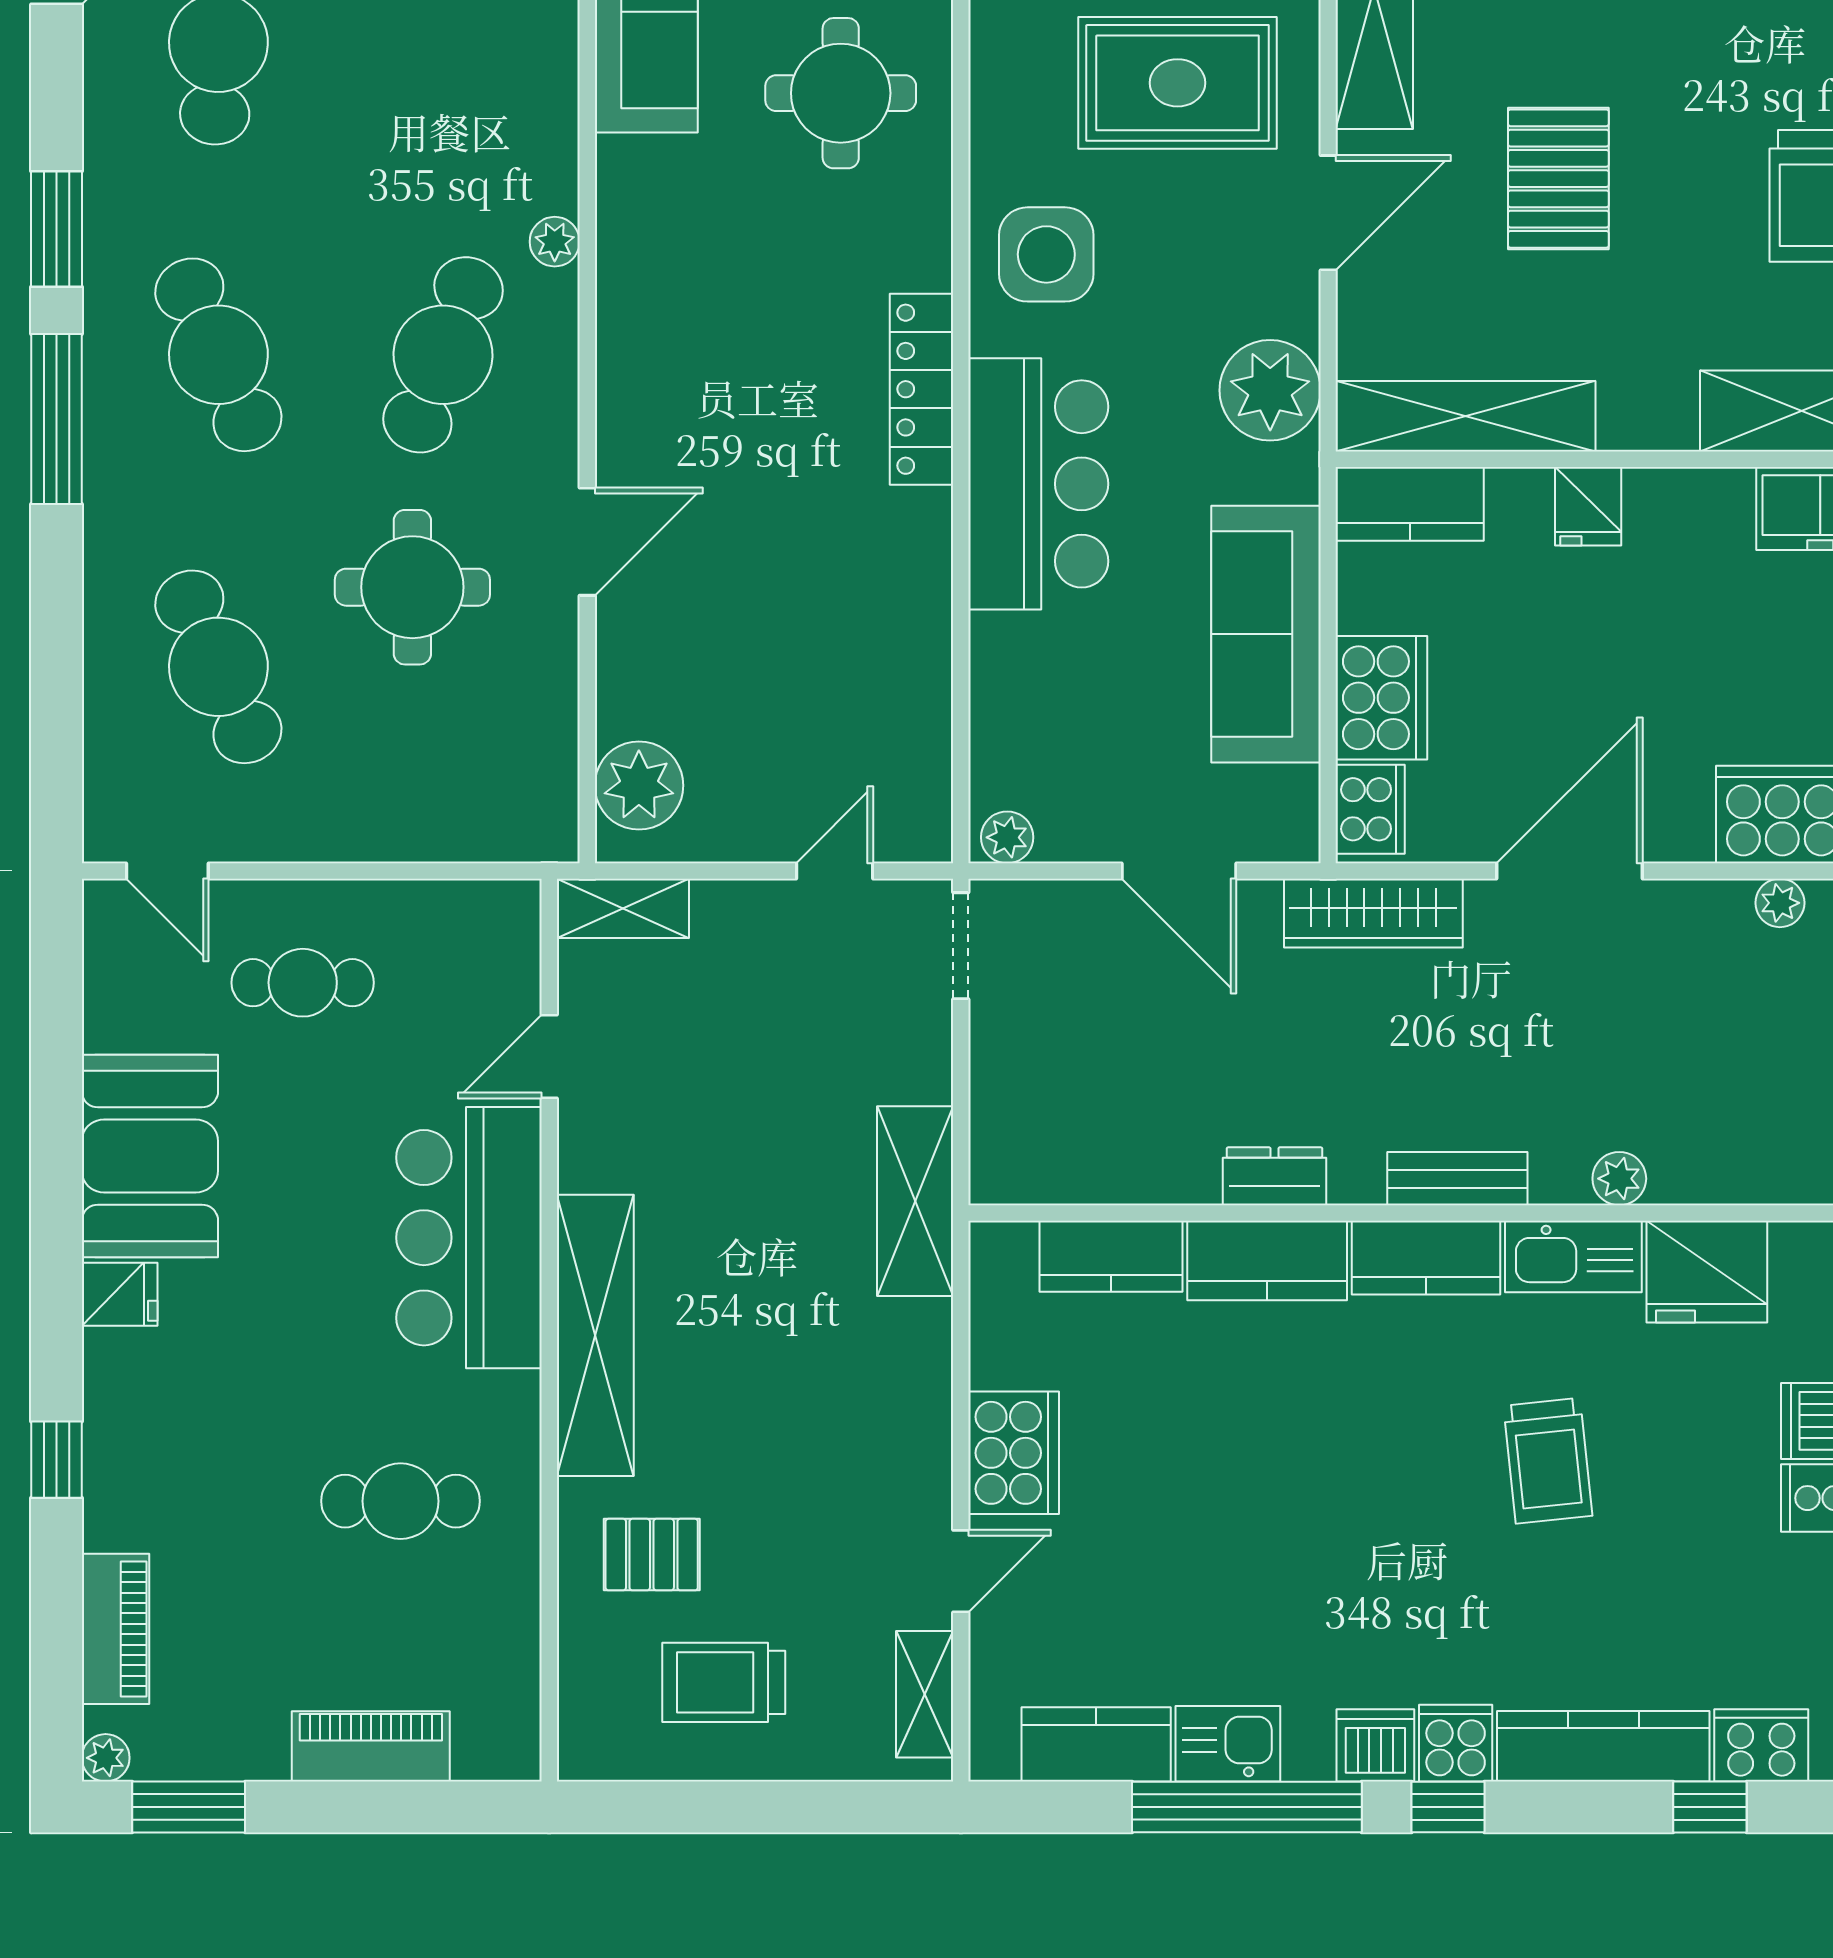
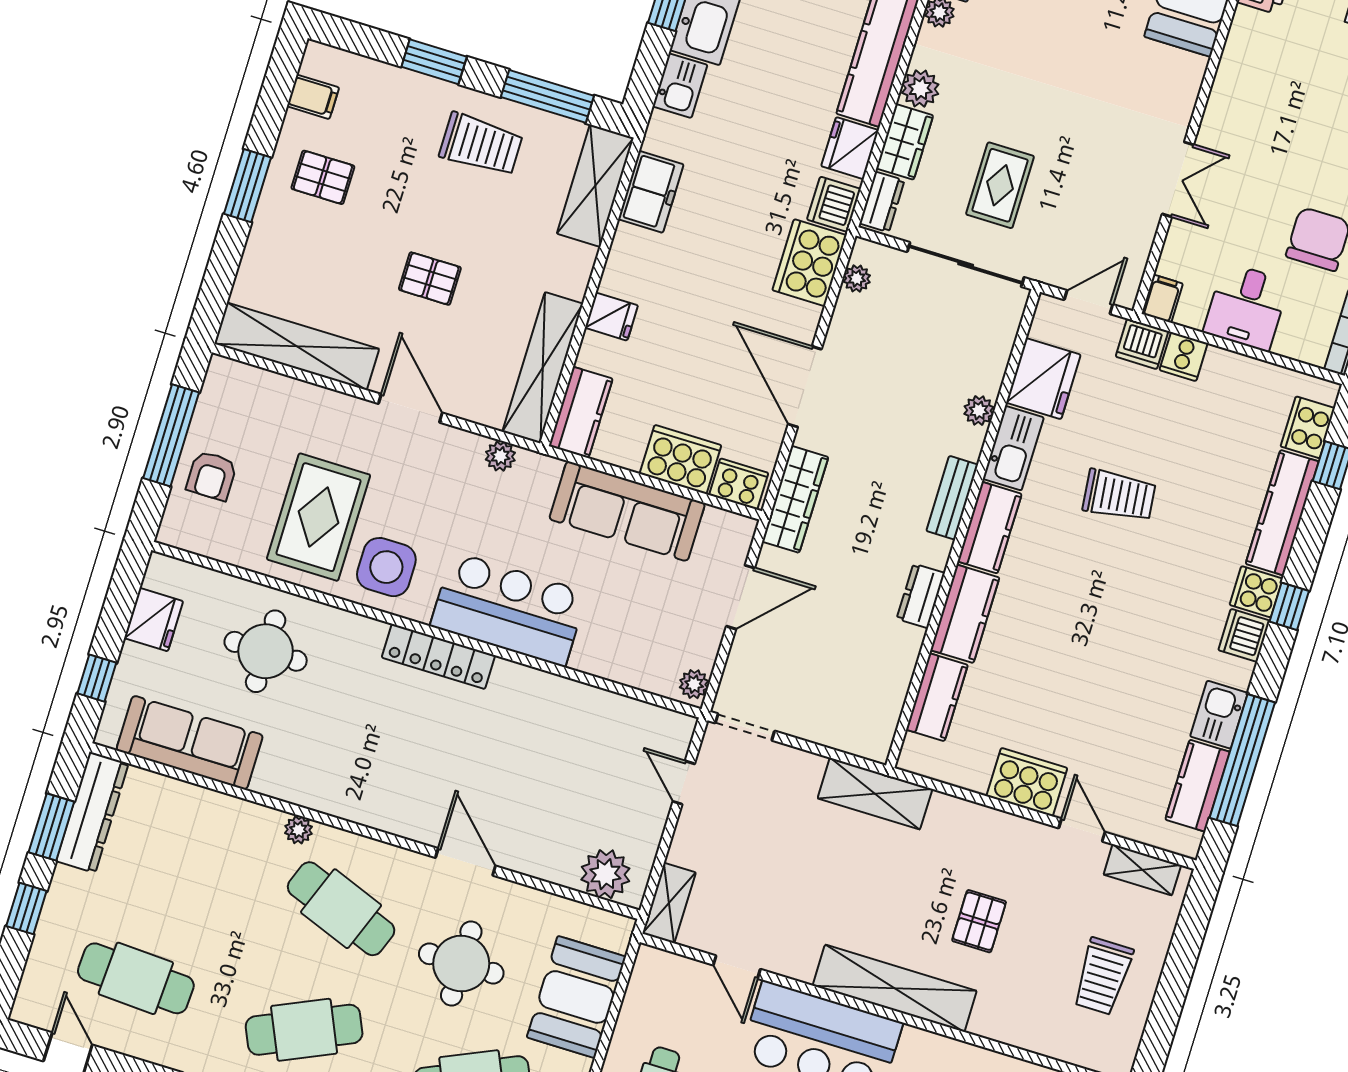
rug: (1178, 83) -> (319, 517), moved
pallet: (1558, 179) -> (430, 279), width x0.67, depth x0.71
plant: (1270, 390) -> (500, 456), width x0.53, depth x0.53
booth: (415, 800) -> (576, 997), added
pallet: (652, 1555) -> (979, 921), moved
window: (1247, 1807) -> (1242, 760), moved

